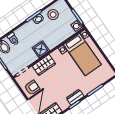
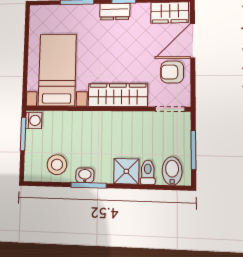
shower: (41, 49) -> (126, 171), moved
wardrobe: (44, 65) -> (118, 95), width x1.50

